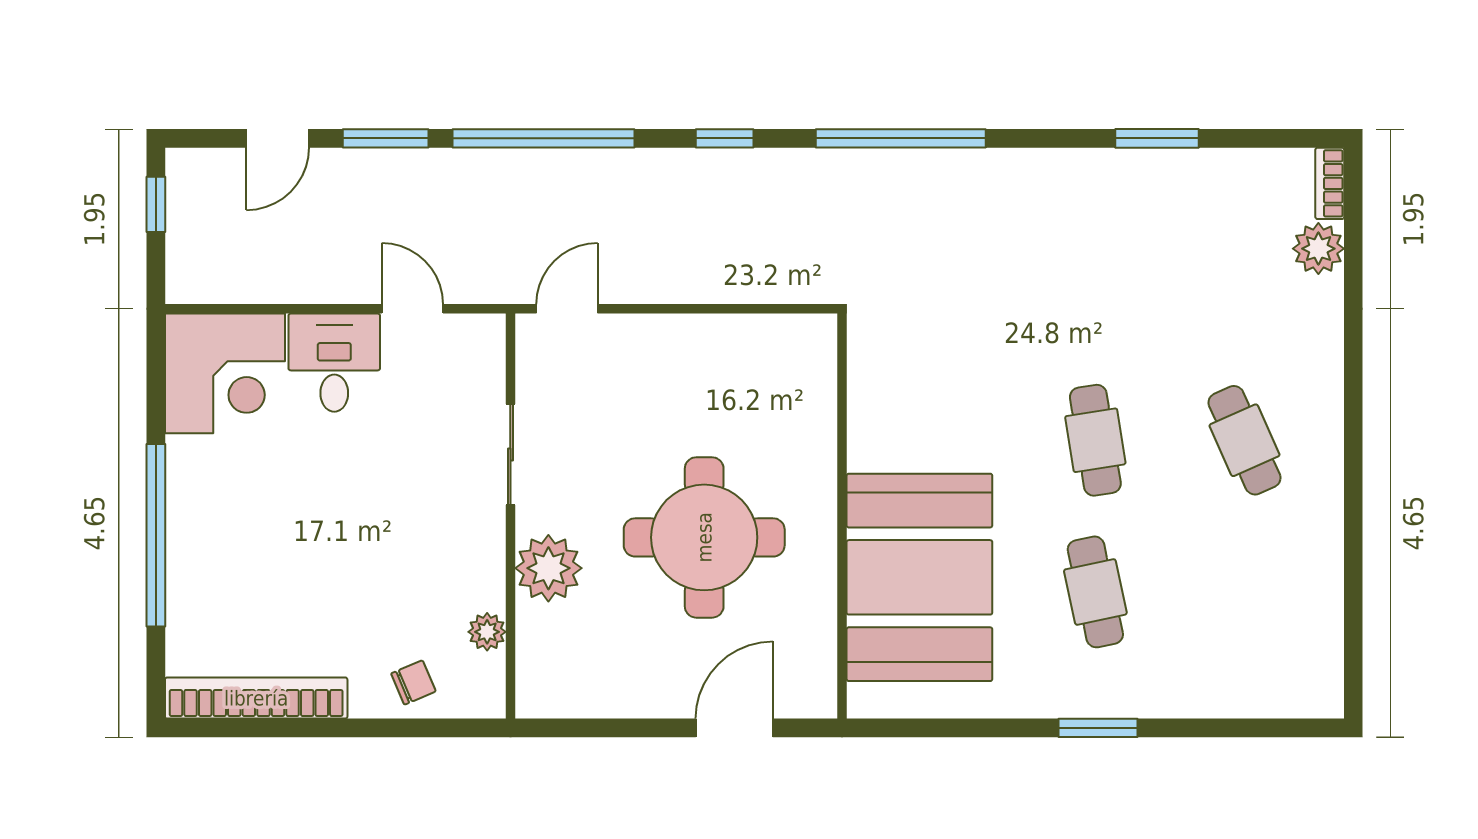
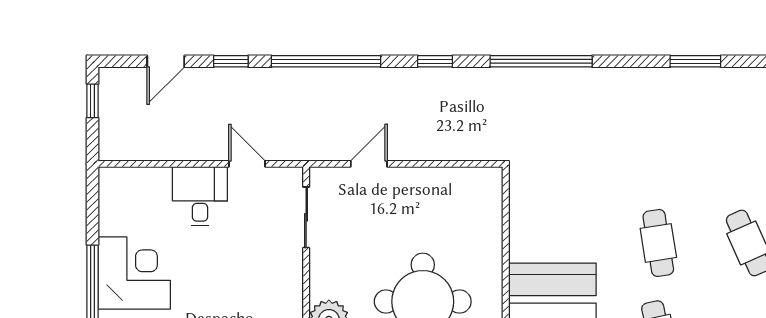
window: (386, 138) -> (231, 61), width x0.67
door: (567, 309) -> (369, 164), moved
corner desk: (225, 373) -> (134, 273), moved, turned -90
sliding door: (510, 455) -> (306, 217), moved

